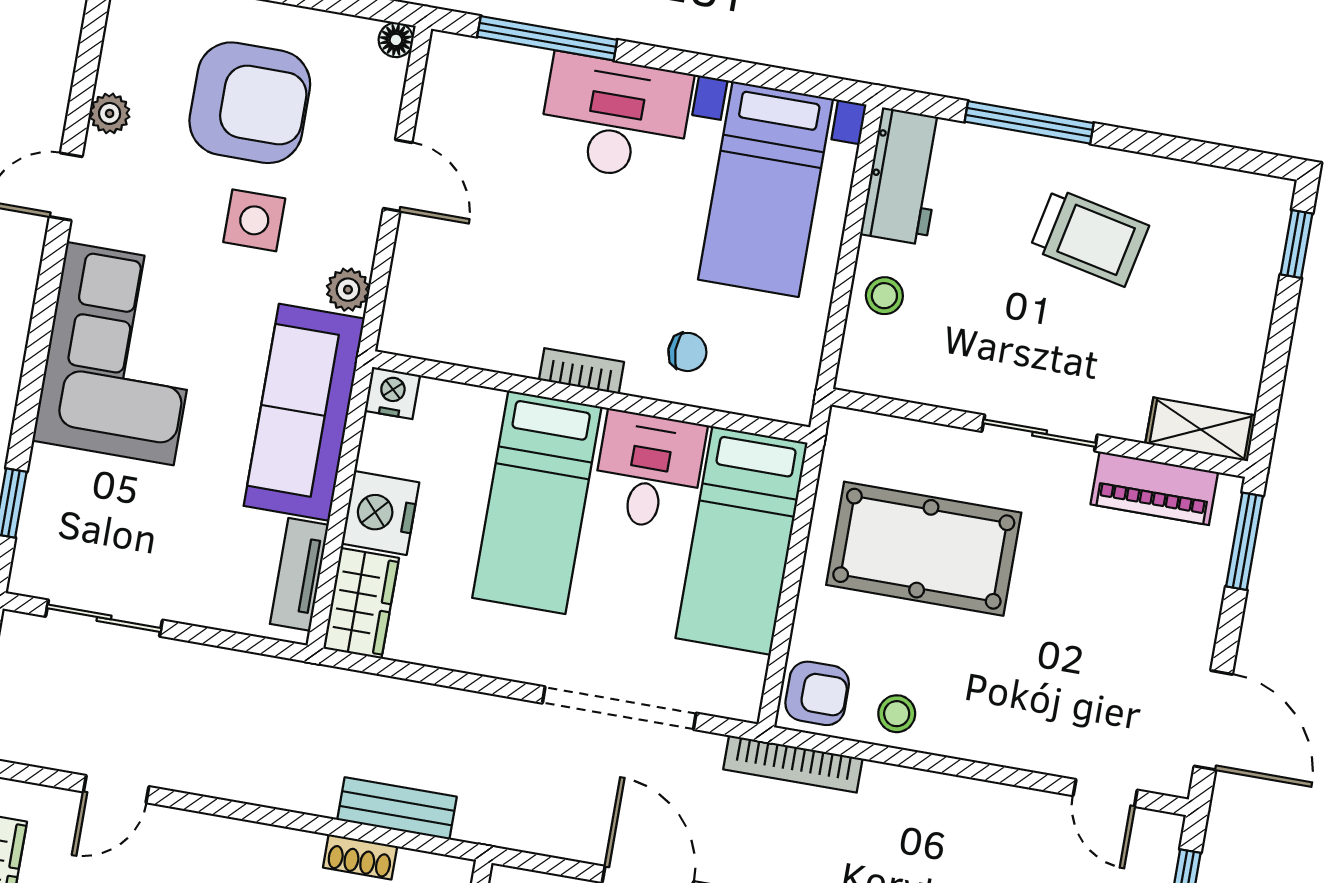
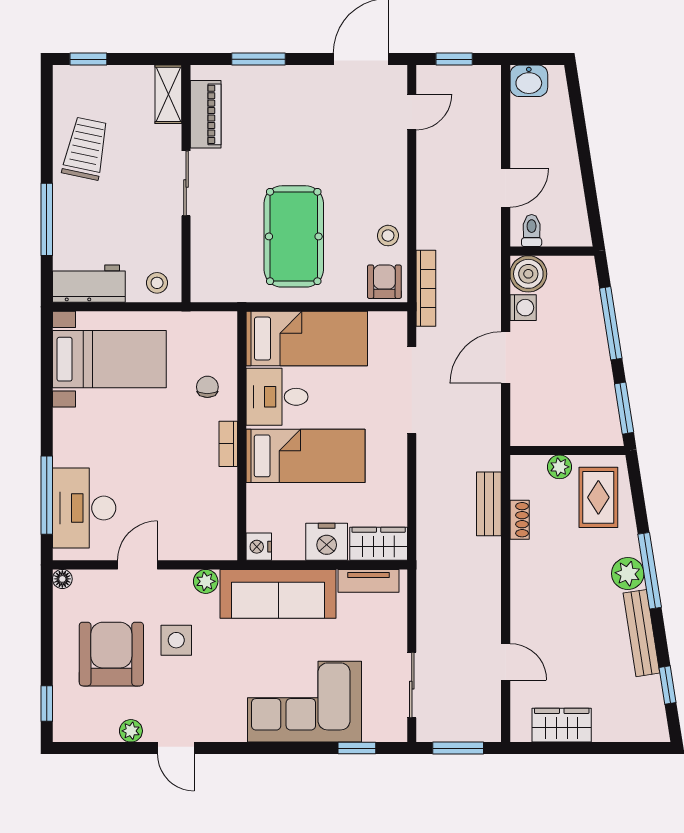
desk: (615, 118) -> (84, 508), moved
trolley: (1089, 237) -> (86, 148), moved
corner sofa: (120, 354) -> (304, 702), moved
shelving: (1201, 429) -> (168, 94), moved
wall: (1039, 433) -> (186, 184), moved
sliding door: (1040, 433) -> (186, 183), moved
piano: (1154, 488) -> (206, 114), moved

